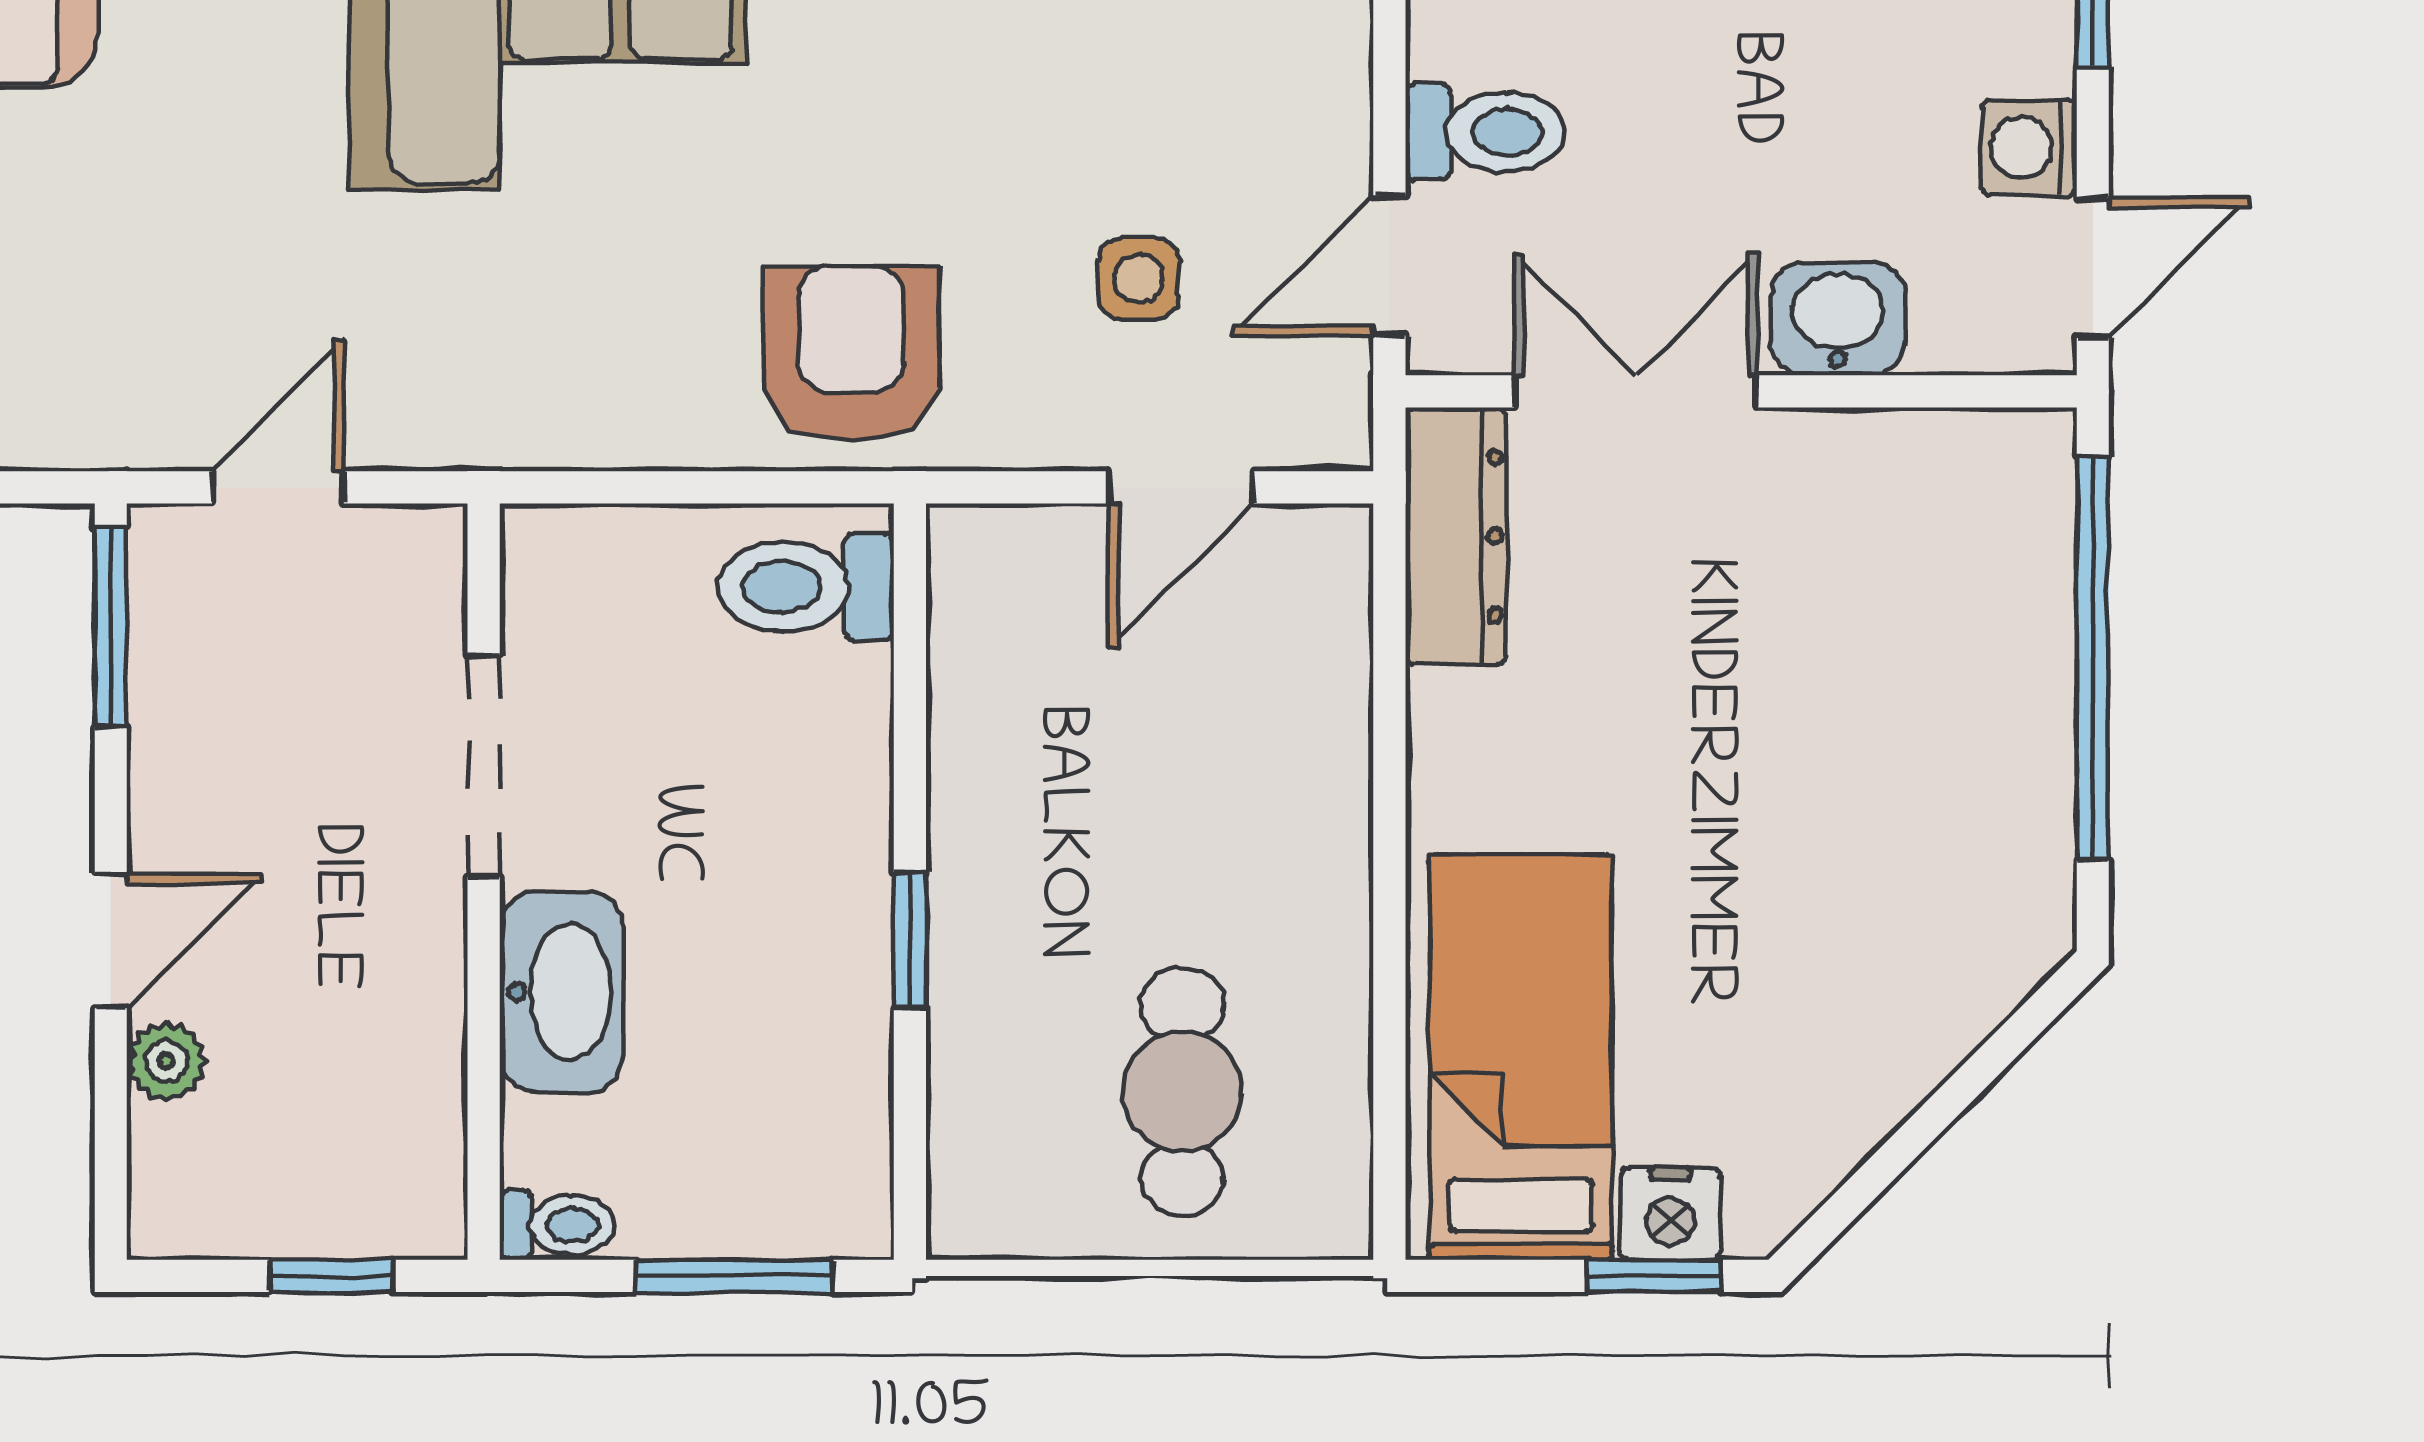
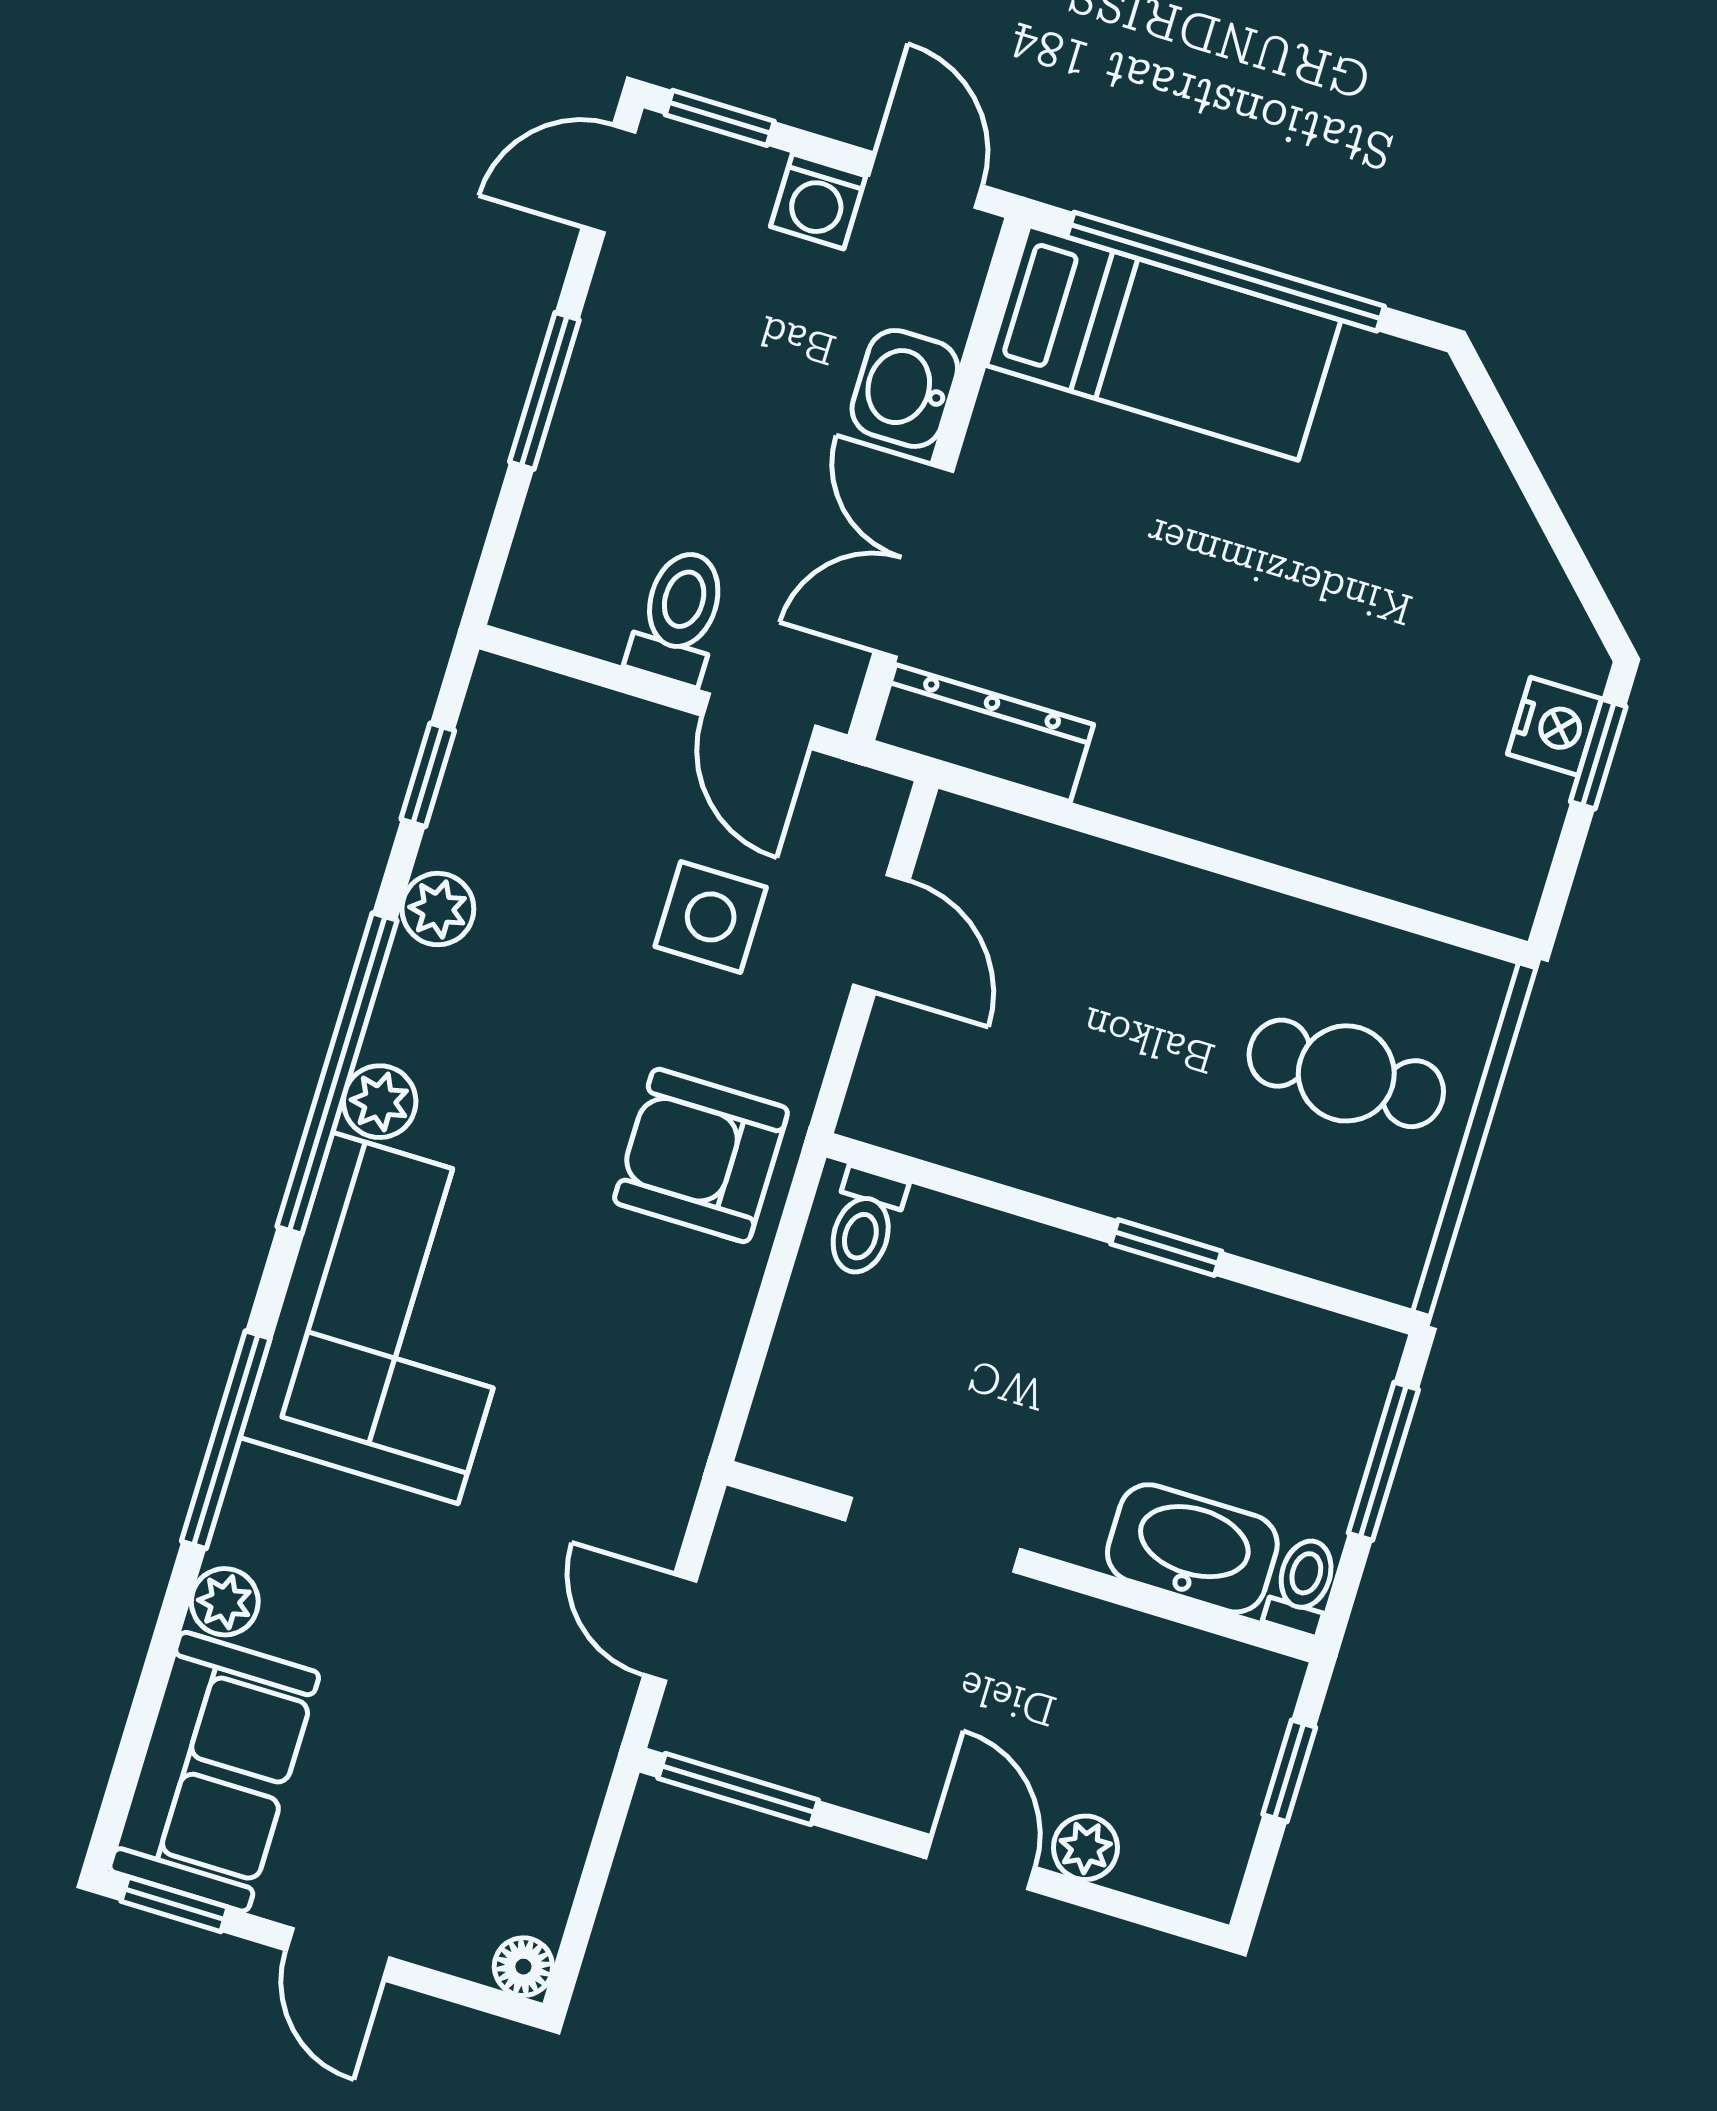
side table: (1139, 279) -> (711, 917), width x1.37, depth x1.37
toilet: (806, 587) -> (864, 1223), width x0.73, depth x0.72
washbasin: (561, 992) -> (1192, 1548), moved
bed: (1521, 1057) -> (1164, 343), moved, turned 180

